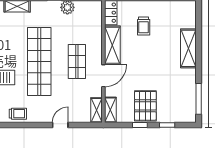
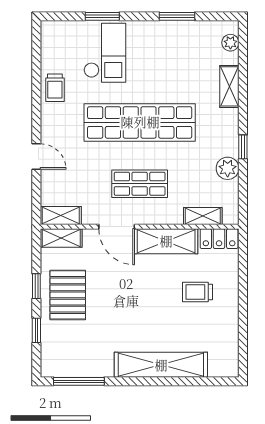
shelving: (97, 23) -> (203, 216), added
shelving: (188, 48) -> (161, 365), width x1.47
pallet: (145, 106) -> (68, 295), turned 90

